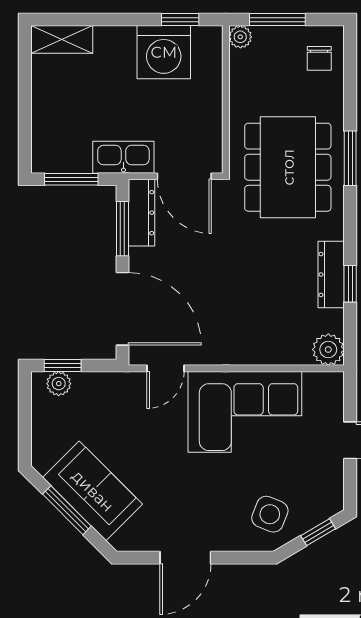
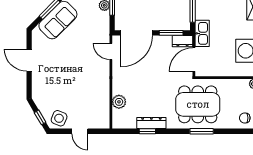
dresser: (141, 213) -> (183, 41), width x0.70
plant: (328, 350) -> (119, 102), moved
corner sofa: (245, 412) -> (92, 86), removed
side table: (270, 514) -> (59, 118), moved

